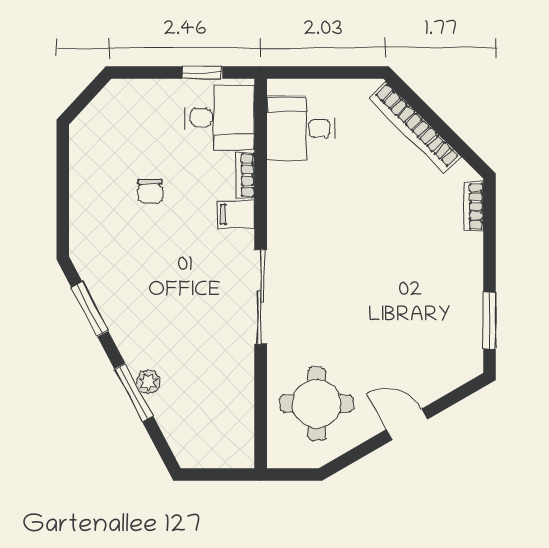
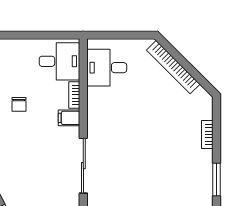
window: (202, 72) -> (49, 35), removed
bookcase: (474, 206) -> (207, 134), moved

